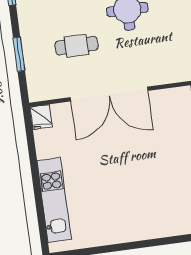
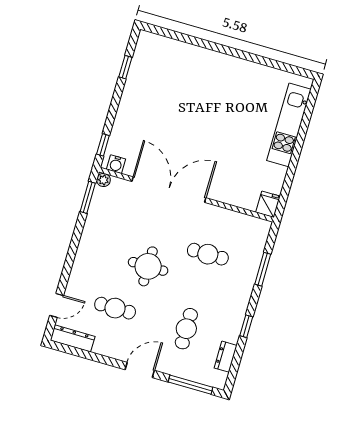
double door: (109, 94) -> (169, 190), moved

